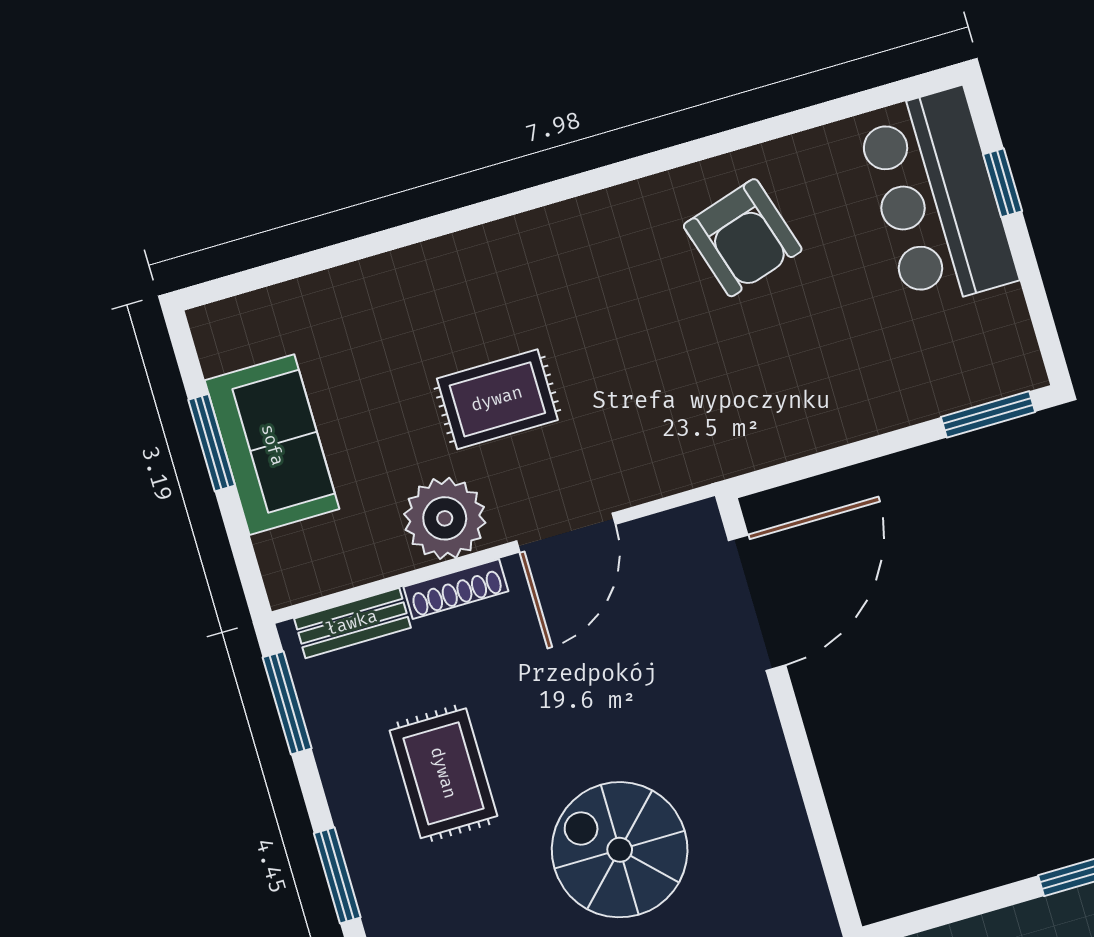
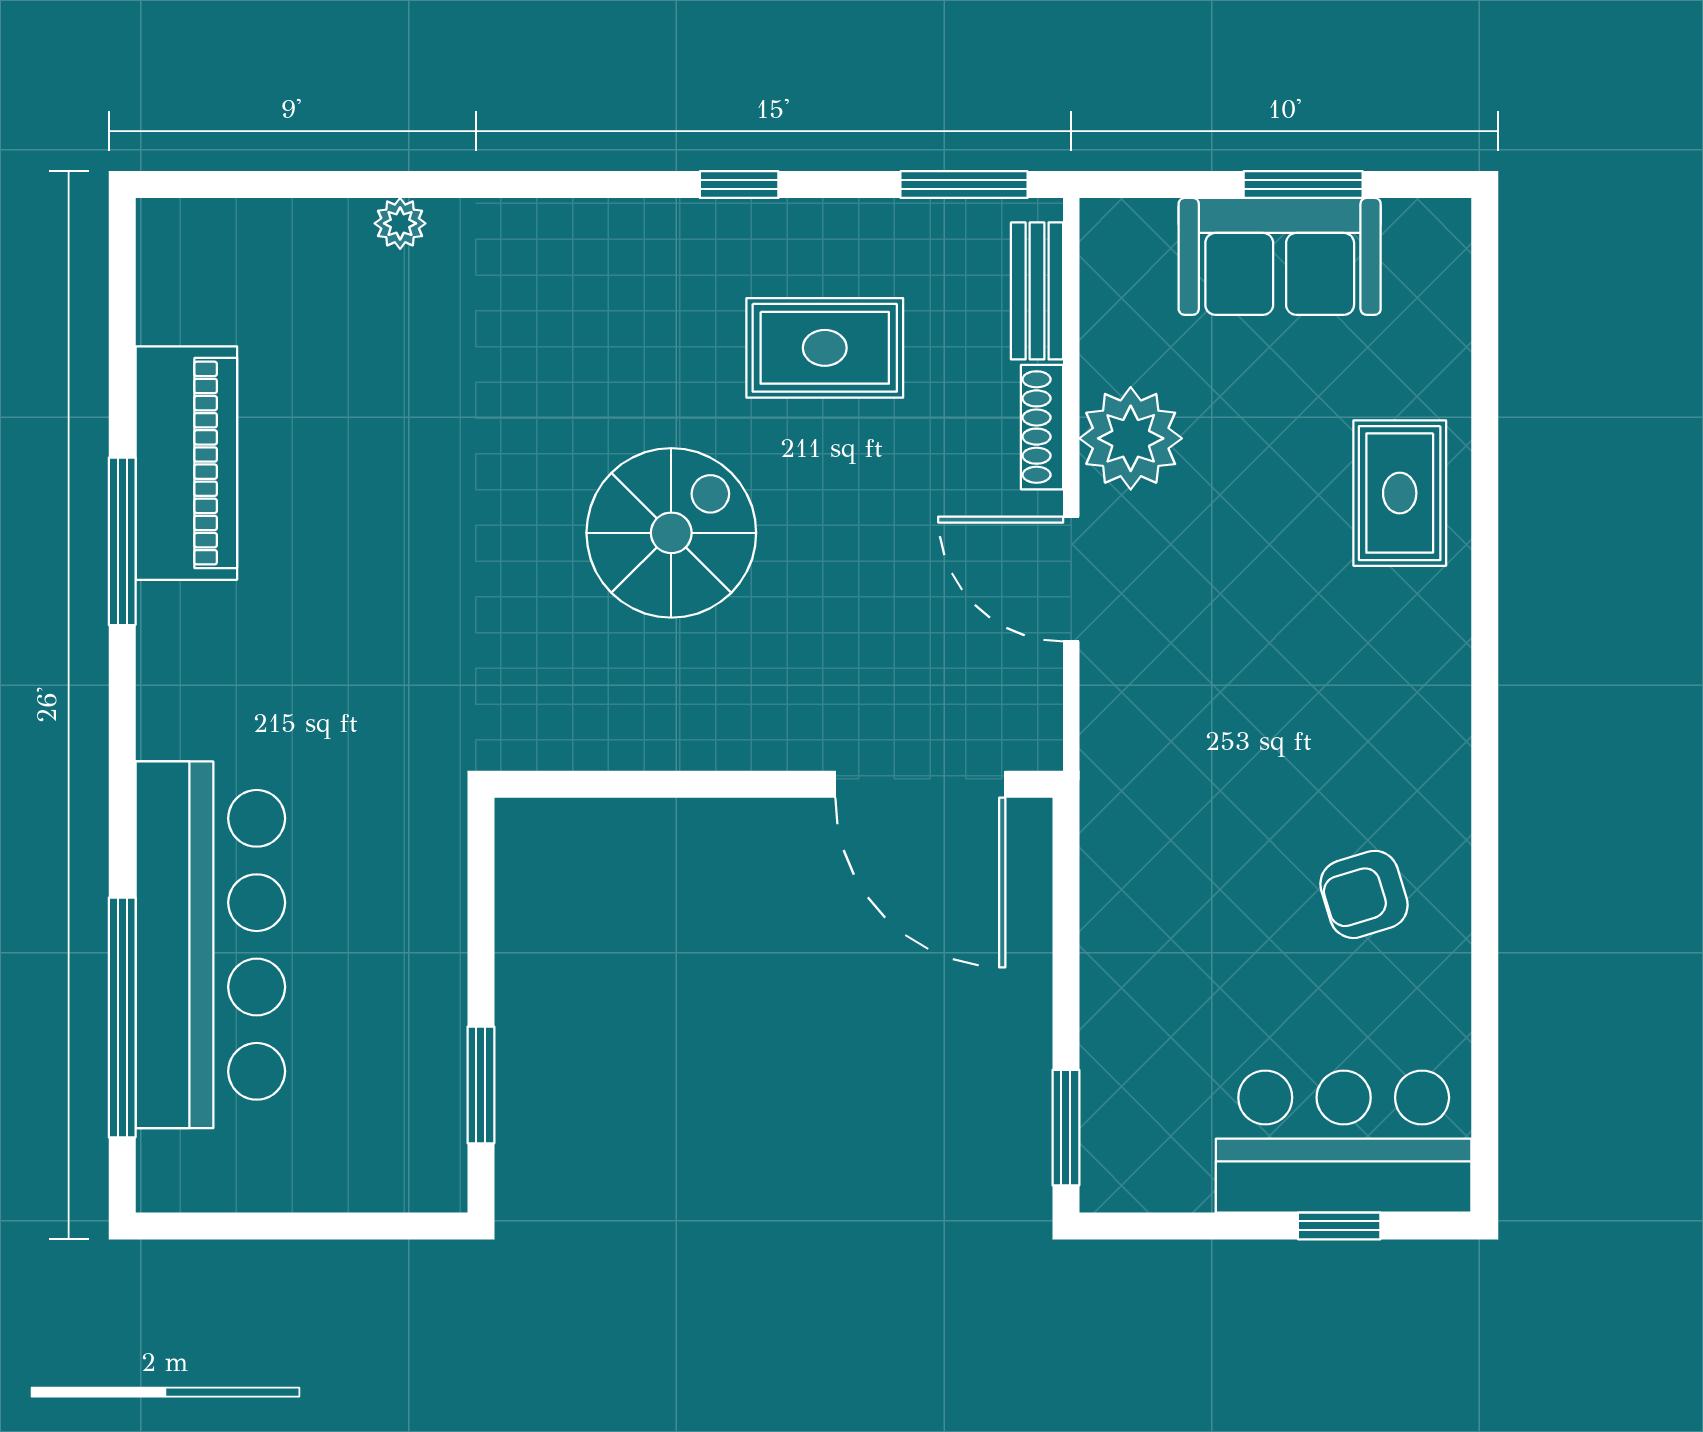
armchair: (743, 238) -> (1364, 894), width x0.72, depth x0.72
rug: (497, 399) -> (1400, 493), moved
window: (337, 875) -> (739, 185), width x0.67

